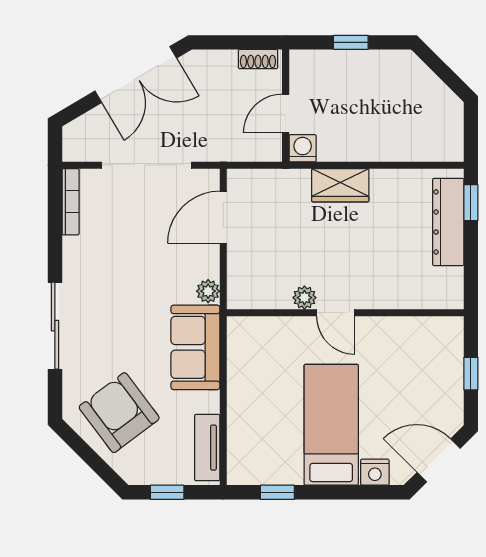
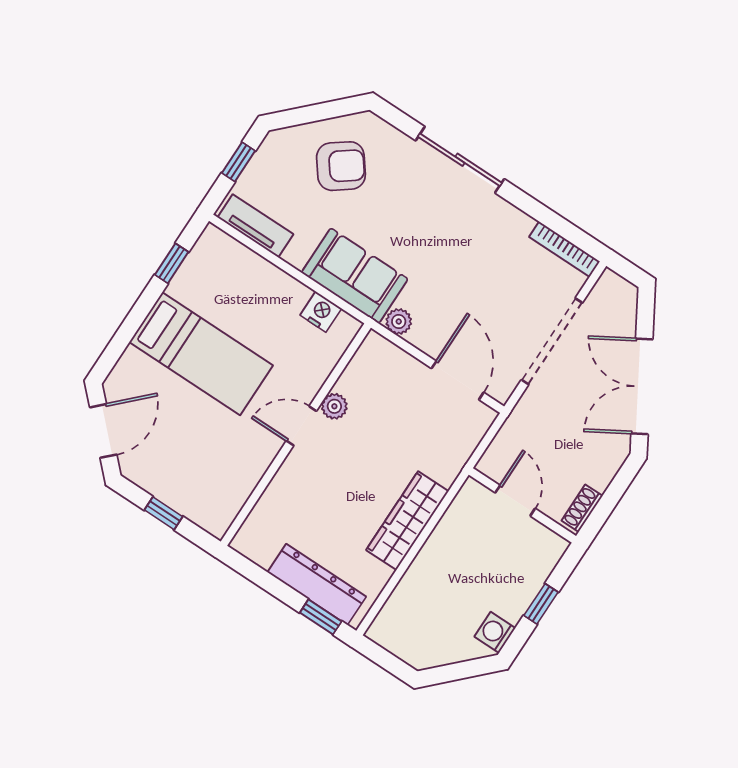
washing machine: (303, 148) -> (495, 632), moved, turned 180
wardrobe: (340, 185) -> (407, 521), width x1.50
armchair: (119, 413) -> (341, 166), width x0.73, depth x0.73
nightstand: (375, 472) -> (321, 312), moved, turned 90

